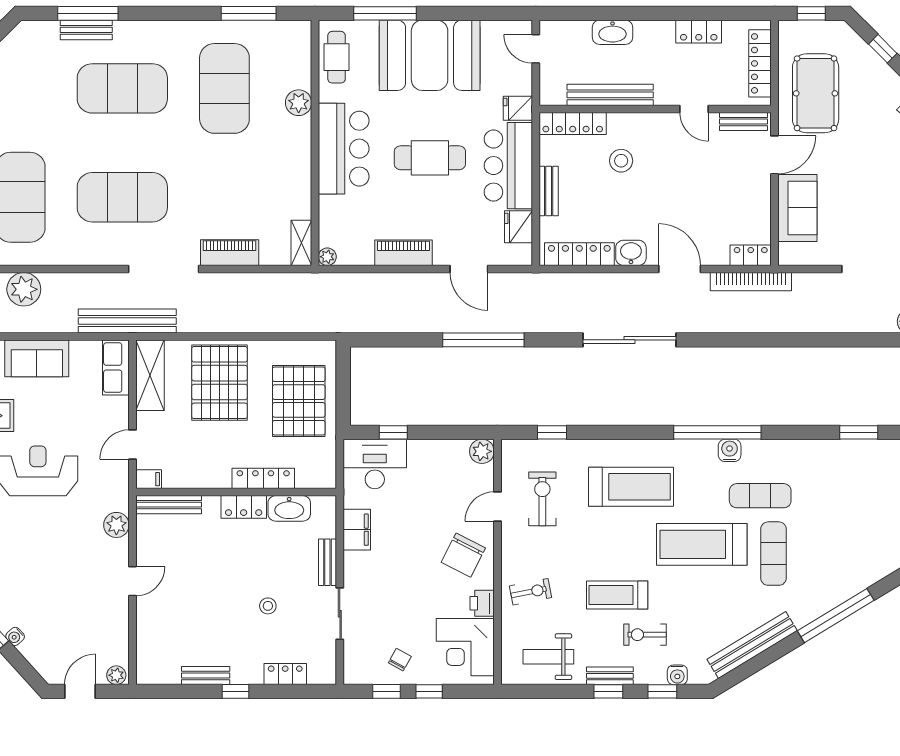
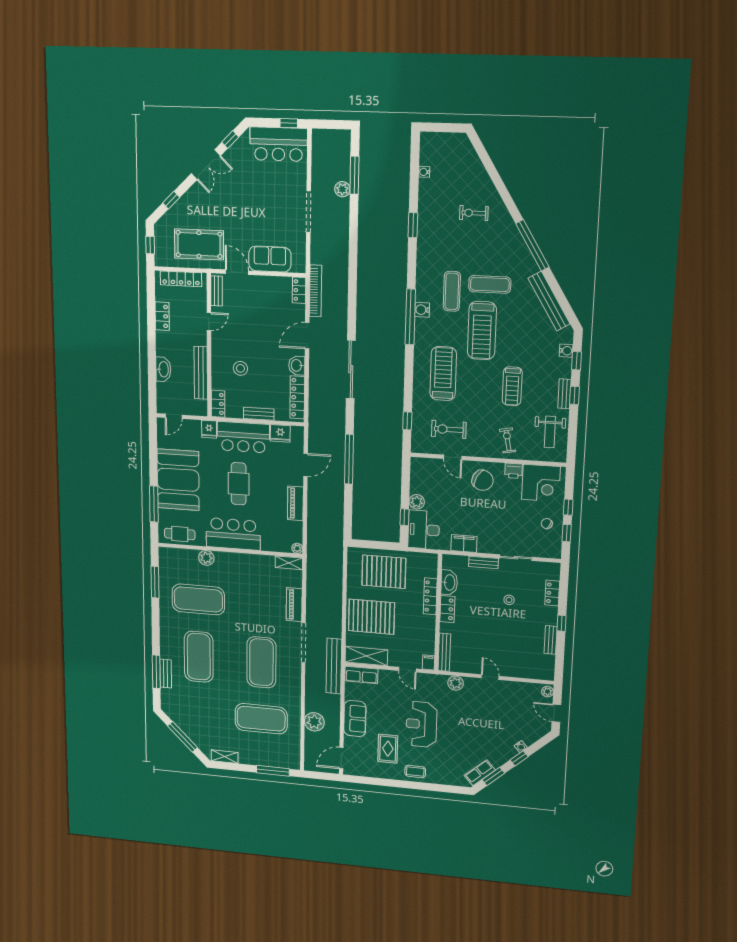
locker: (573, 124) -> (218, 404), width x0.66
plant: (482, 451) -> (417, 502), moved
exercise bike: (645, 635) -> (474, 213), moved, turned 90

